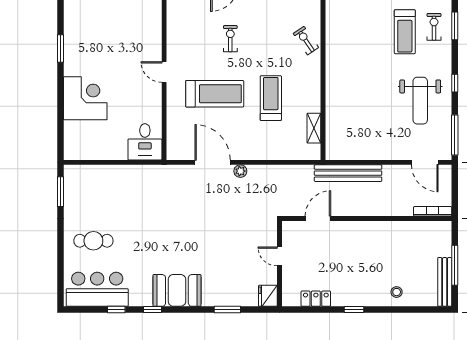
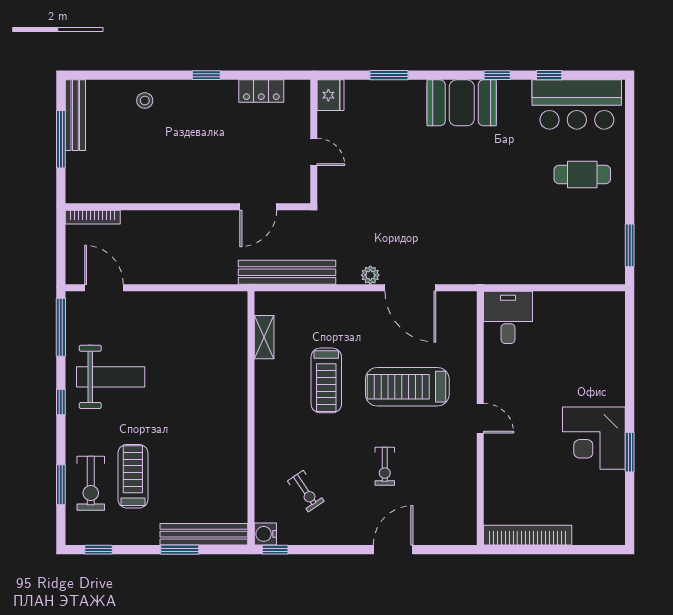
exercise bike: (434, 27) -> (91, 483), width x1.38, depth x1.39
exercise bike: (306, 41) -> (306, 491), moved
corner desk: (85, 98) -> (594, 438), moved
weight bench: (420, 101) -> (111, 377), turned 90
bench: (348, 173) -> (287, 272), moved

